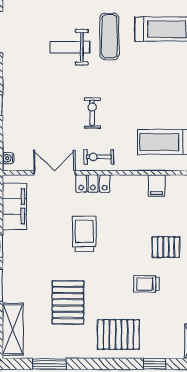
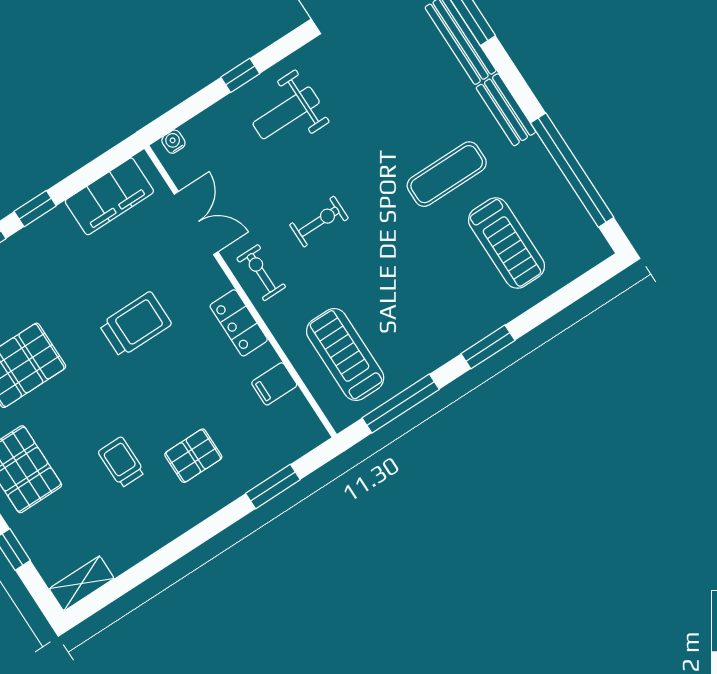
weight bench: (70, 47) -> (286, 113), moved, turned -90
locker: (93, 184) -> (239, 323), moved
pallet: (166, 247) -> (193, 456), turned 90

